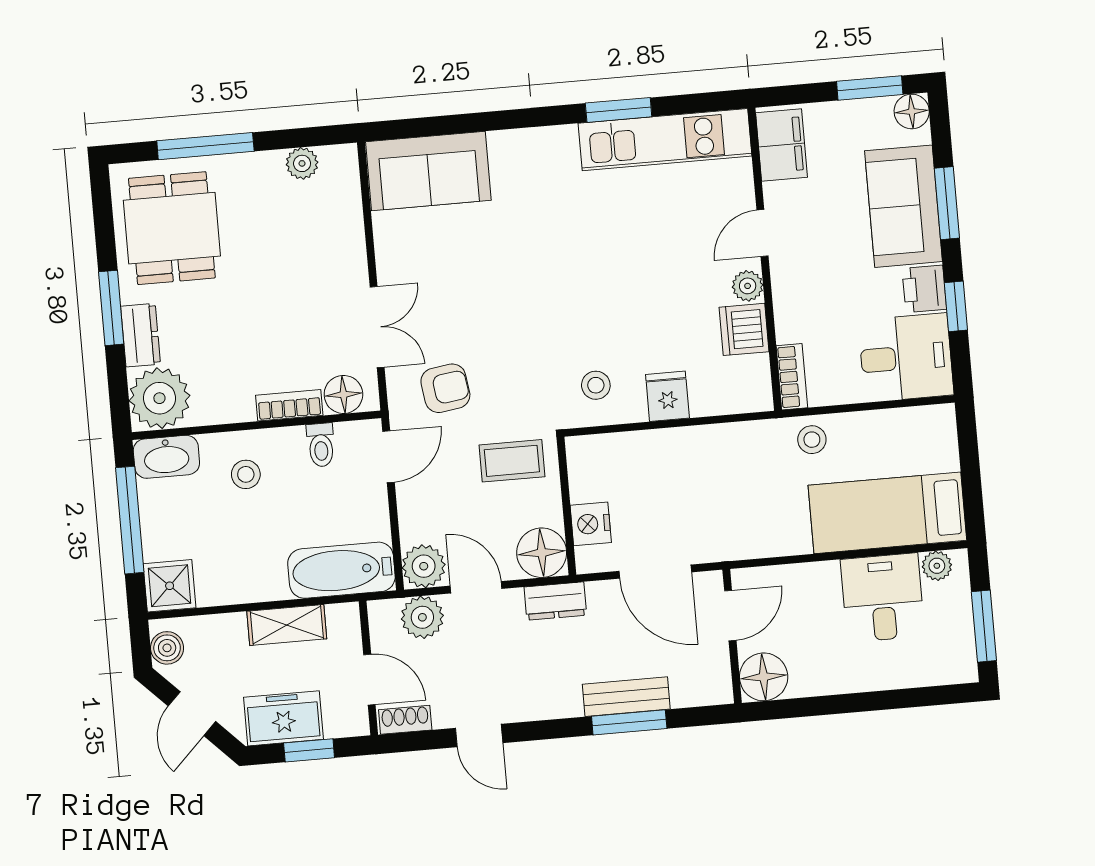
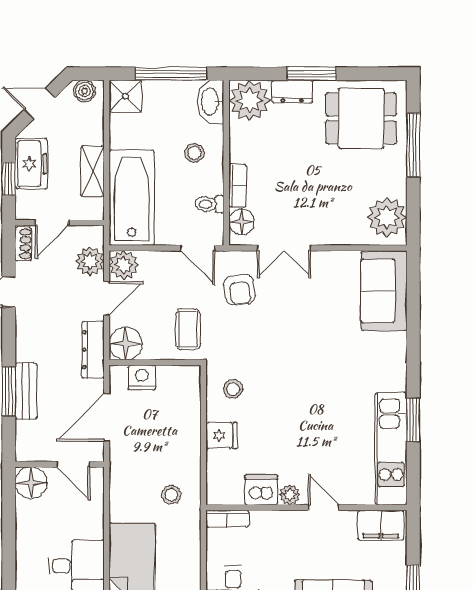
plant: (302, 163) -> (387, 217), width x1.88, depth x1.88
stool: (812, 440) -> (171, 495), moved
bathtub: (341, 570) -> (132, 198), width x1.36, depth x1.36
dresser: (555, 601) -> (93, 350), width x1.44

